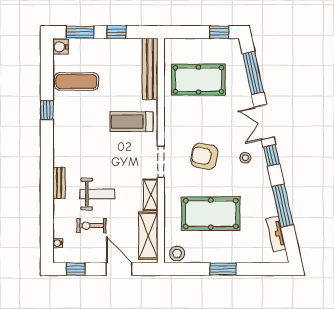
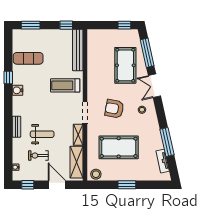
window: (117, 32) -> (66, 25), moved
water cooler: (61, 47) -> (18, 90), moved
pool table: (198, 80) -> (125, 65), moved, turned 90
window: (271, 155) -> (159, 108), removed

